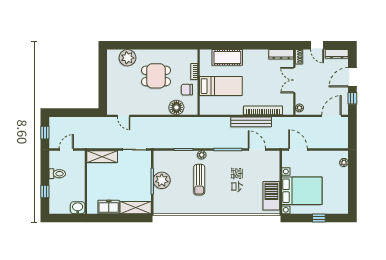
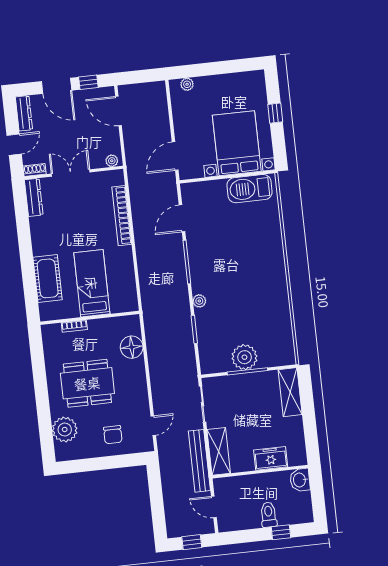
dining table: (156, 76) -> (87, 383), width x1.37
double door: (294, 80) -> (71, 173), swing flipped
chair: (187, 90) -> (113, 435), moved
bench: (251, 122) -> (199, 461), moved
toilet: (57, 174) -> (269, 515), moved
sun lounger: (199, 180) -> (237, 301), removed
freezer: (109, 207) -> (271, 458), moved, turned 90

